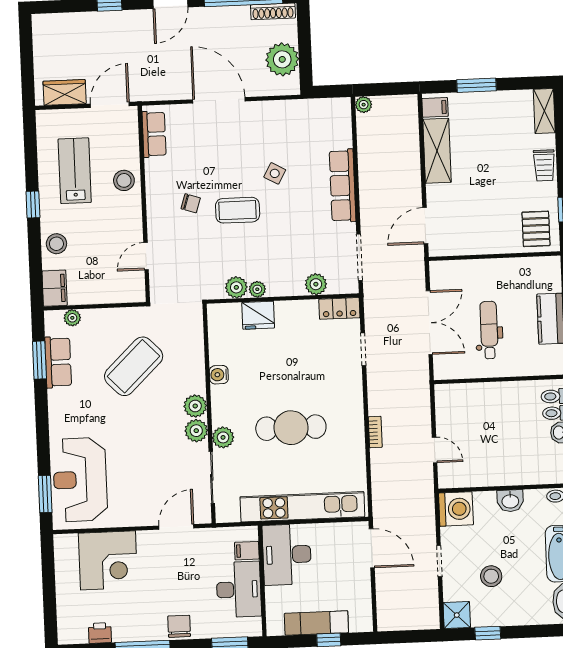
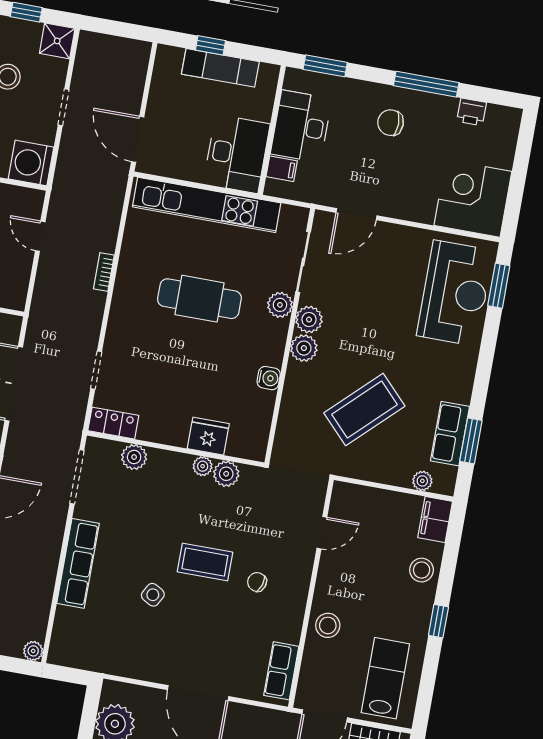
lab bench: (75, 171) -> (385, 678), moved, turned 180
corner desk: (108, 560) -> (473, 198), moved
chair: (179, 626) -> (391, 123), moved, turned 90

